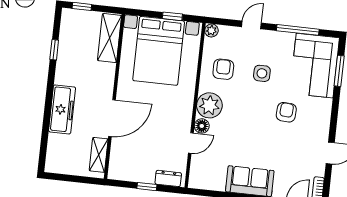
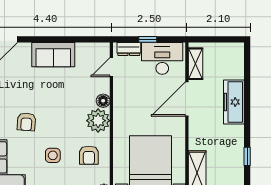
door: (191, 143) -> (111, 67), moved
desk: (134, 164) -> (162, 58), added

